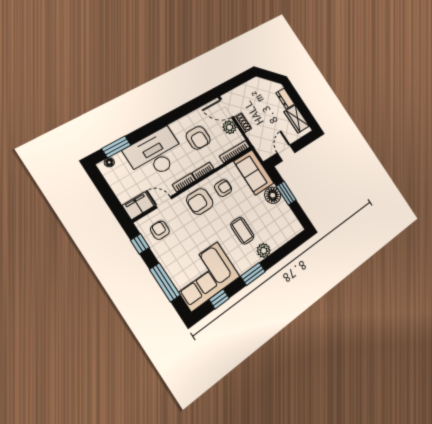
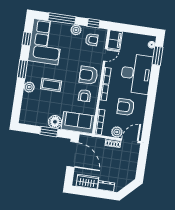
door: (286, 153) -> (72, 154), width x1.88
armchair: (200, 201) -> (88, 75), turned -90
plant: (164, 256) -> (76, 30), added

